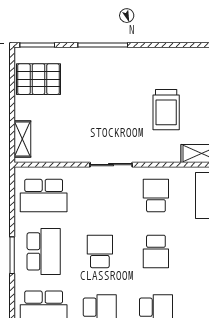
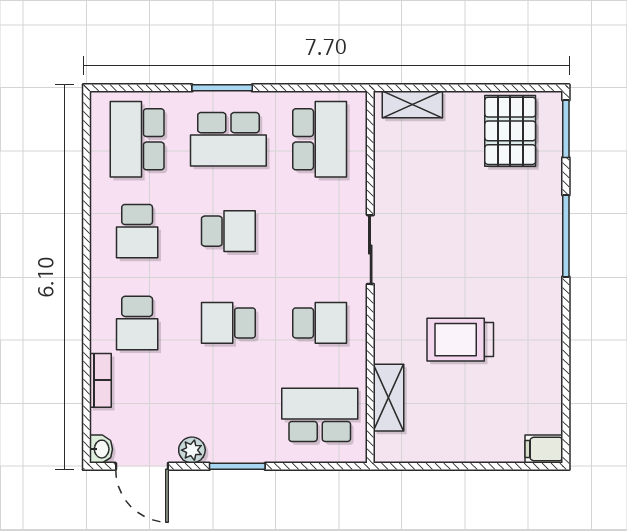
school desk: (44, 196) -> (320, 139), turned 180

